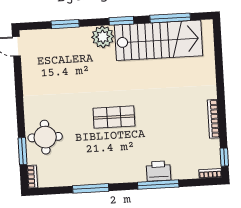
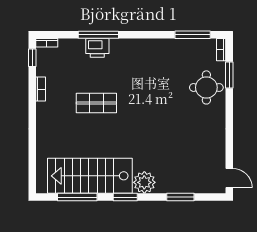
shop shelf: (114, 117) -> (96, 103), moved
bookcase: (213, 119) -> (41, 89), width x0.64
window: (91, 188) -> (193, 35), moved

